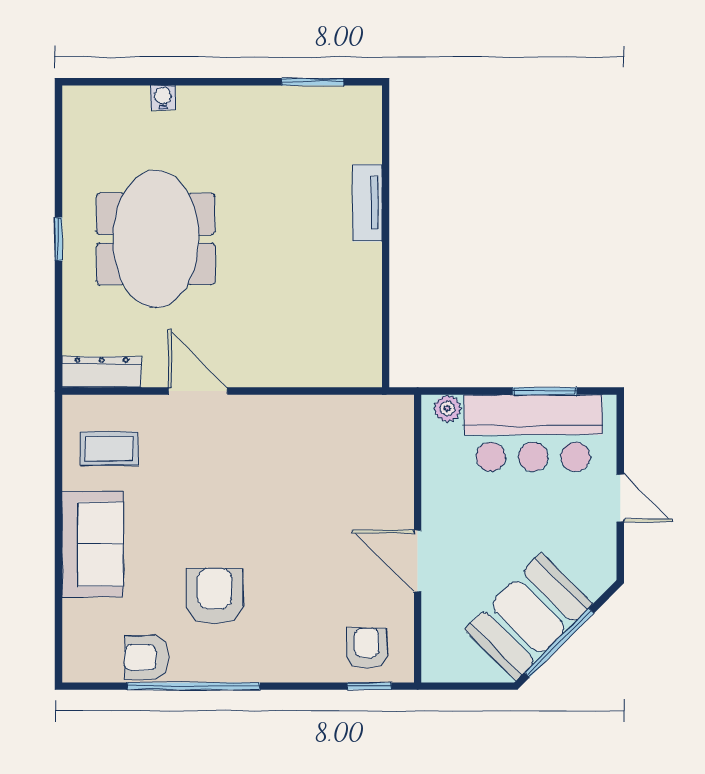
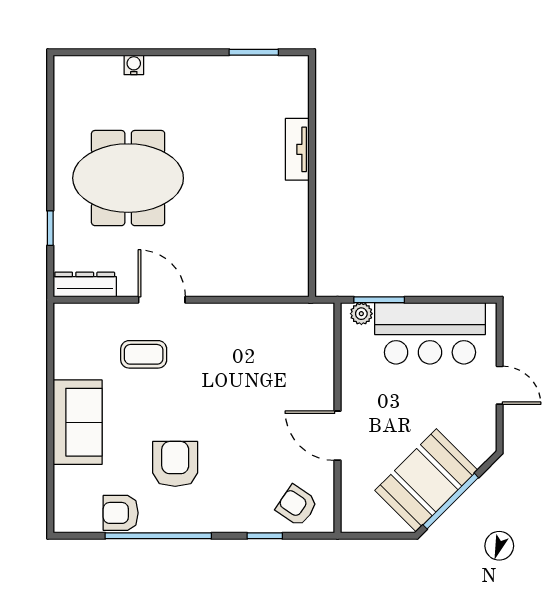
window: (58, 239) -> (50, 228), moved
meeting table: (156, 239) -> (128, 178), turned 90
window: (545, 391) -> (379, 300), moved
coffee table: (109, 449) -> (144, 354), moved
armchair: (367, 648) -> (297, 506), turned -56
window: (369, 686) -> (265, 536), moved

